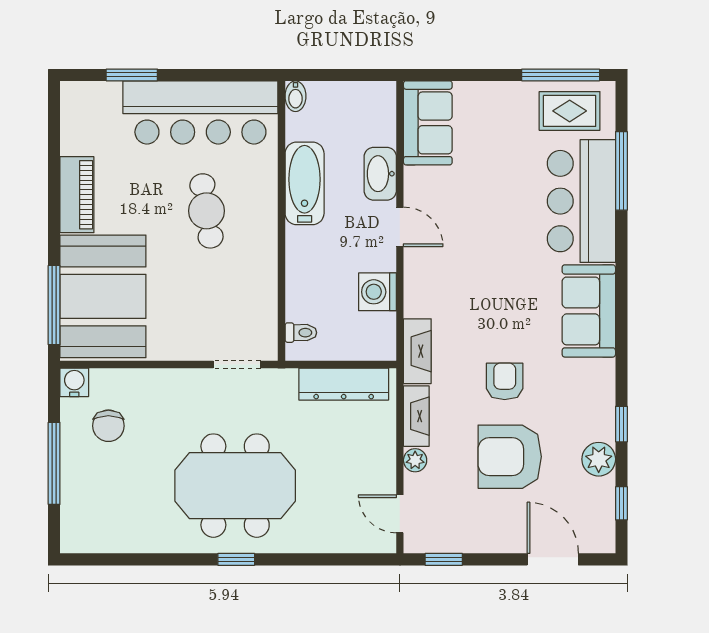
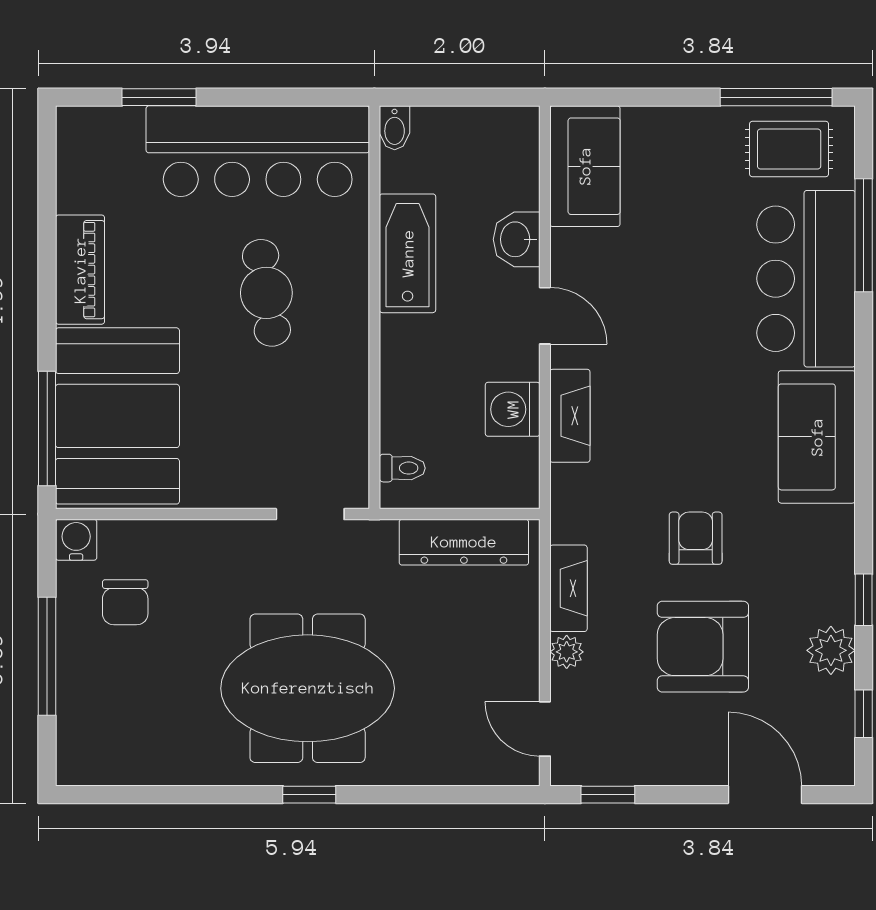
washbasin: (380, 174) -> (517, 239), width x0.72
fireplace: (417, 351) -> (570, 416), moved

